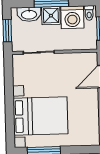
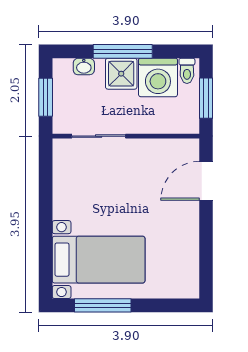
washbasin: (29, 14) -> (84, 67), width x0.52, depth x0.69
bed with nightstands: (40, 116) -> (99, 260), width x0.73

